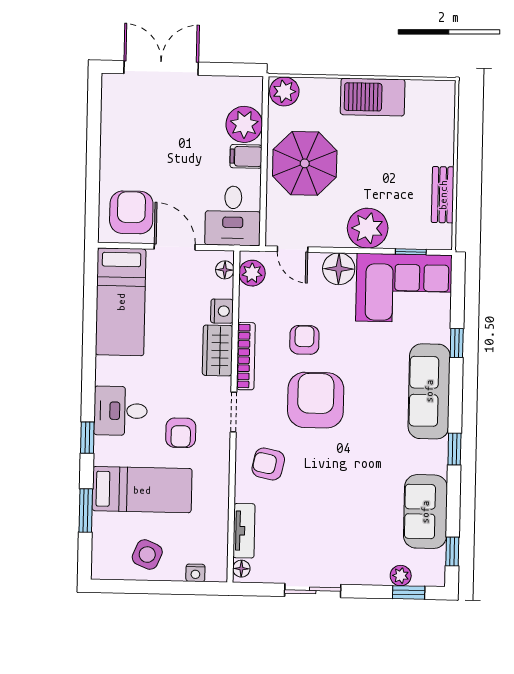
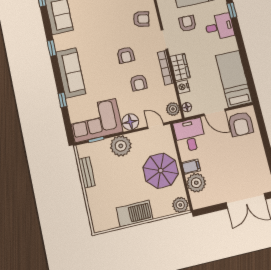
armchair: (316, 400) -> (126, 55), width x0.53, depth x0.53

